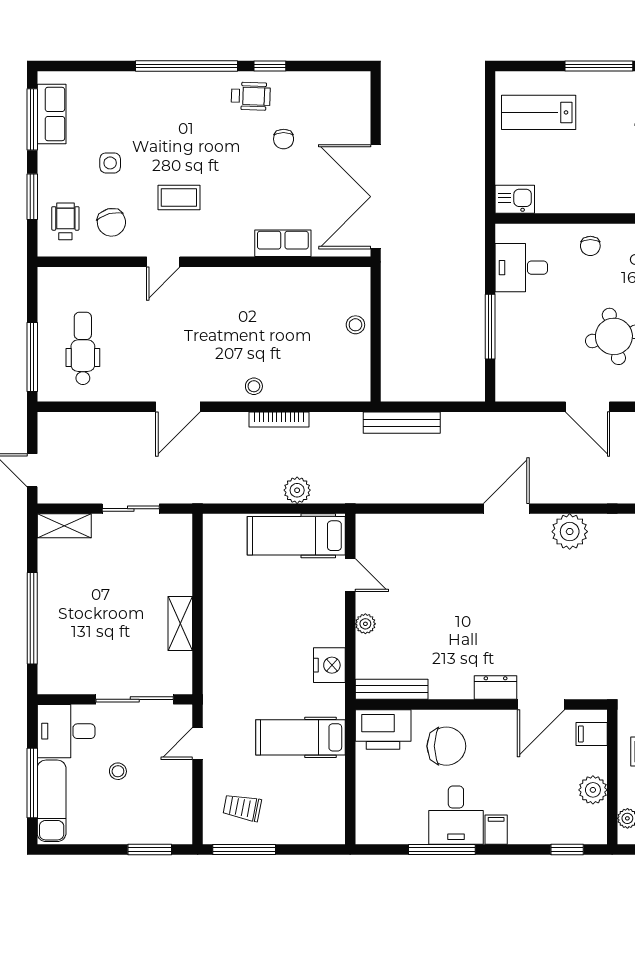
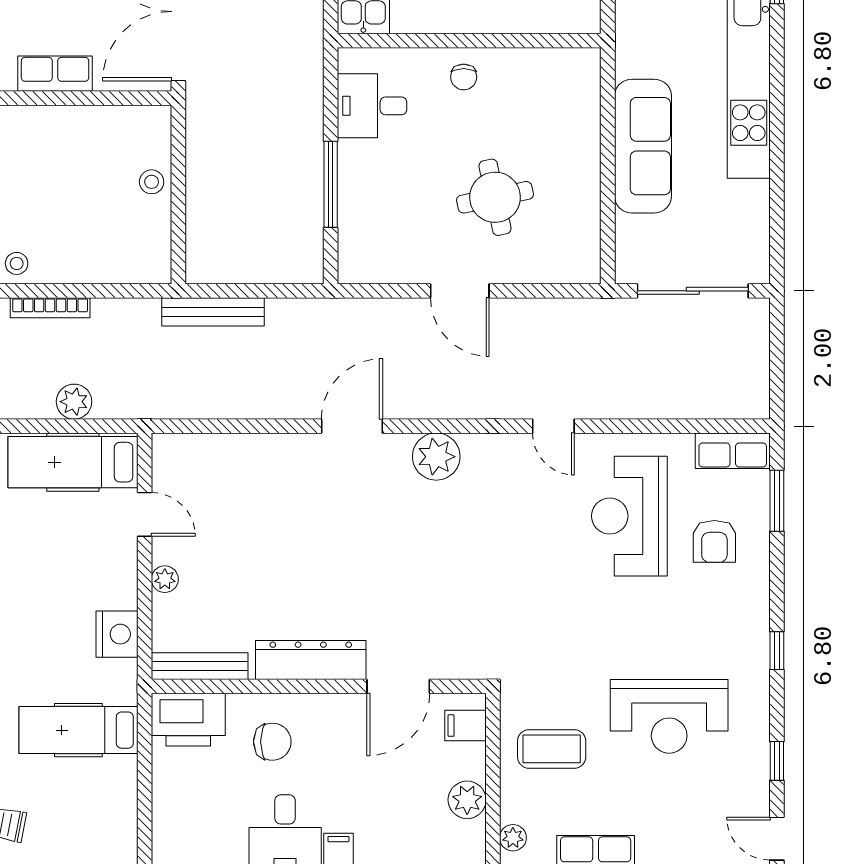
dresser: (496, 688) -> (311, 660), width x1.96, depth x1.24
chair: (446, 746) -> (272, 742), width x0.73, depth x0.73

